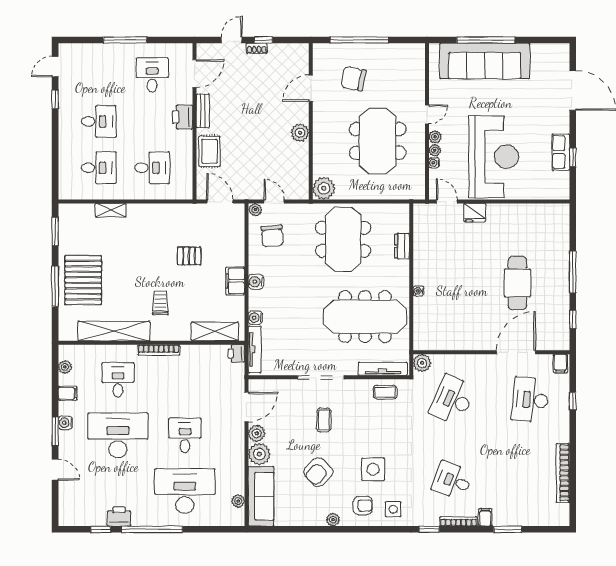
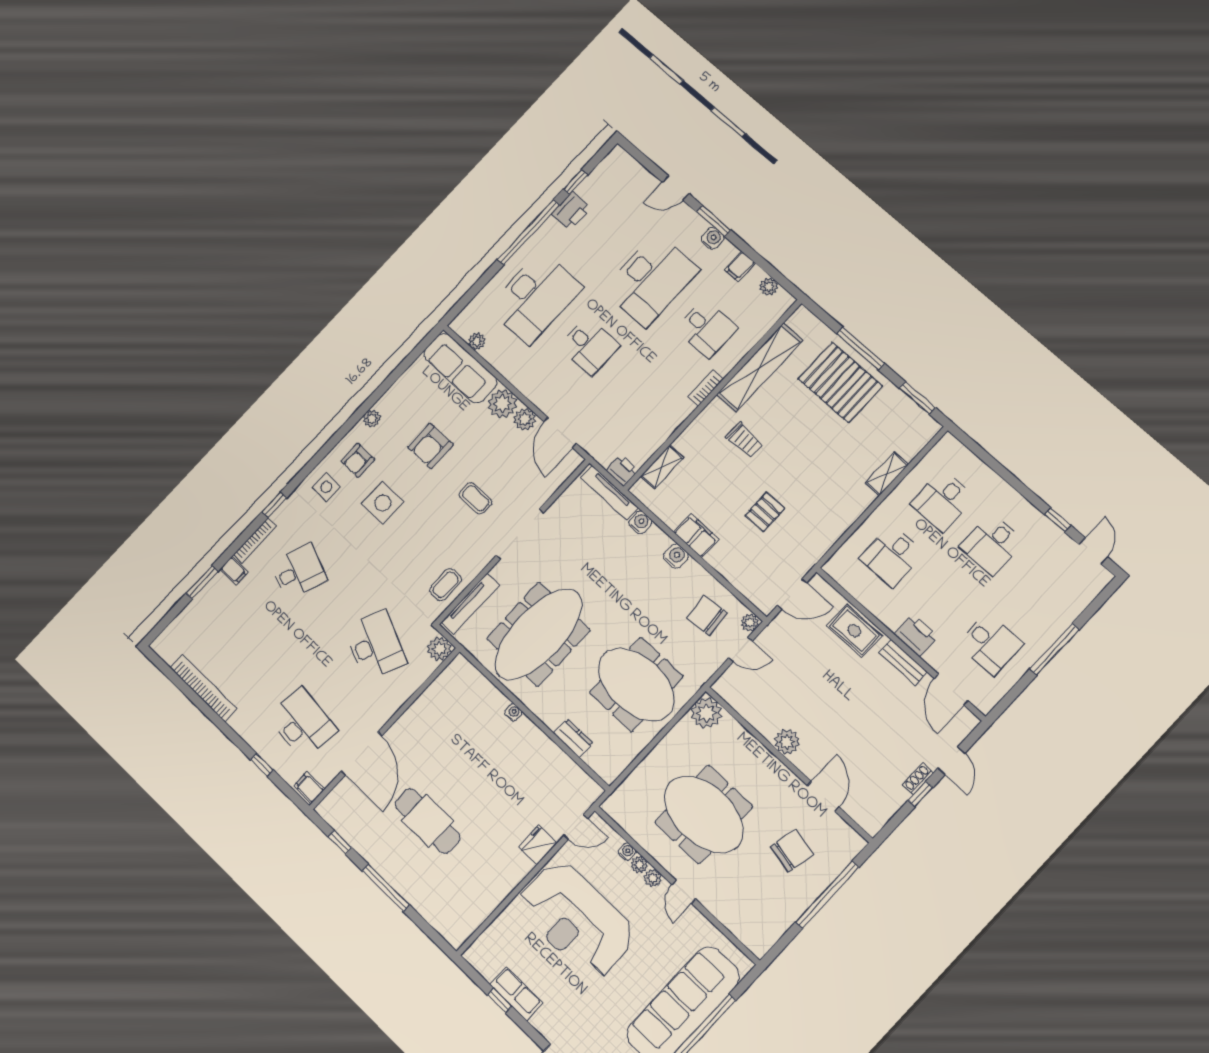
shelving: (215, 331) -> (662, 467), width x0.67, depth x0.75
bookcase: (159, 350) -> (705, 388), width x0.64
armchair: (318, 472) -> (431, 446), turned -133

